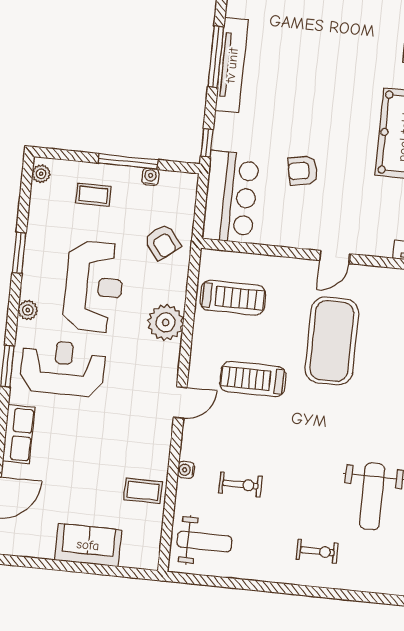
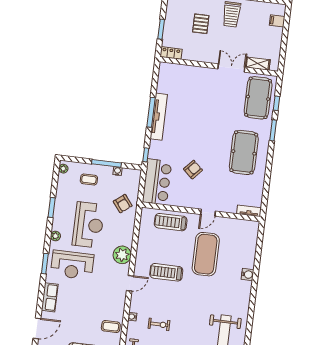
armchair: (303, 171) -> (193, 170), turned 143
treadmill: (233, 298) -> (171, 222), moved, turned 180
plant: (166, 322) -> (122, 255), moved
reception desk: (63, 368) -> (72, 265), turned 180

